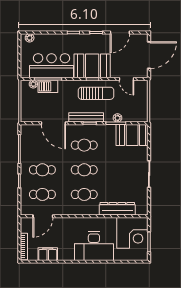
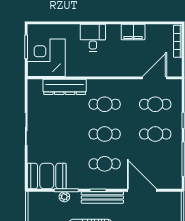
desk: (94, 246) -> (93, 38), width x0.53, depth x0.77
filing cabinet: (48, 254) -> (133, 32), moved

